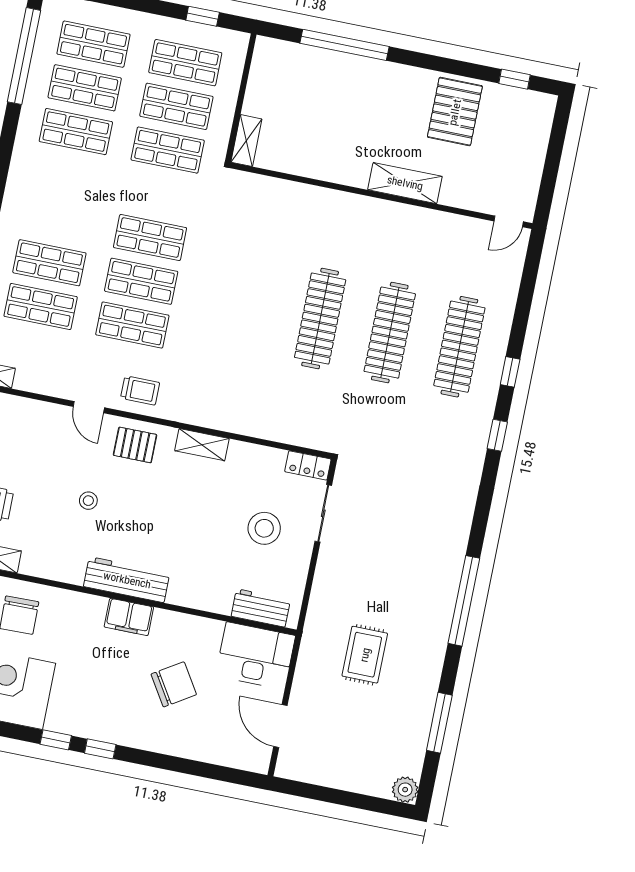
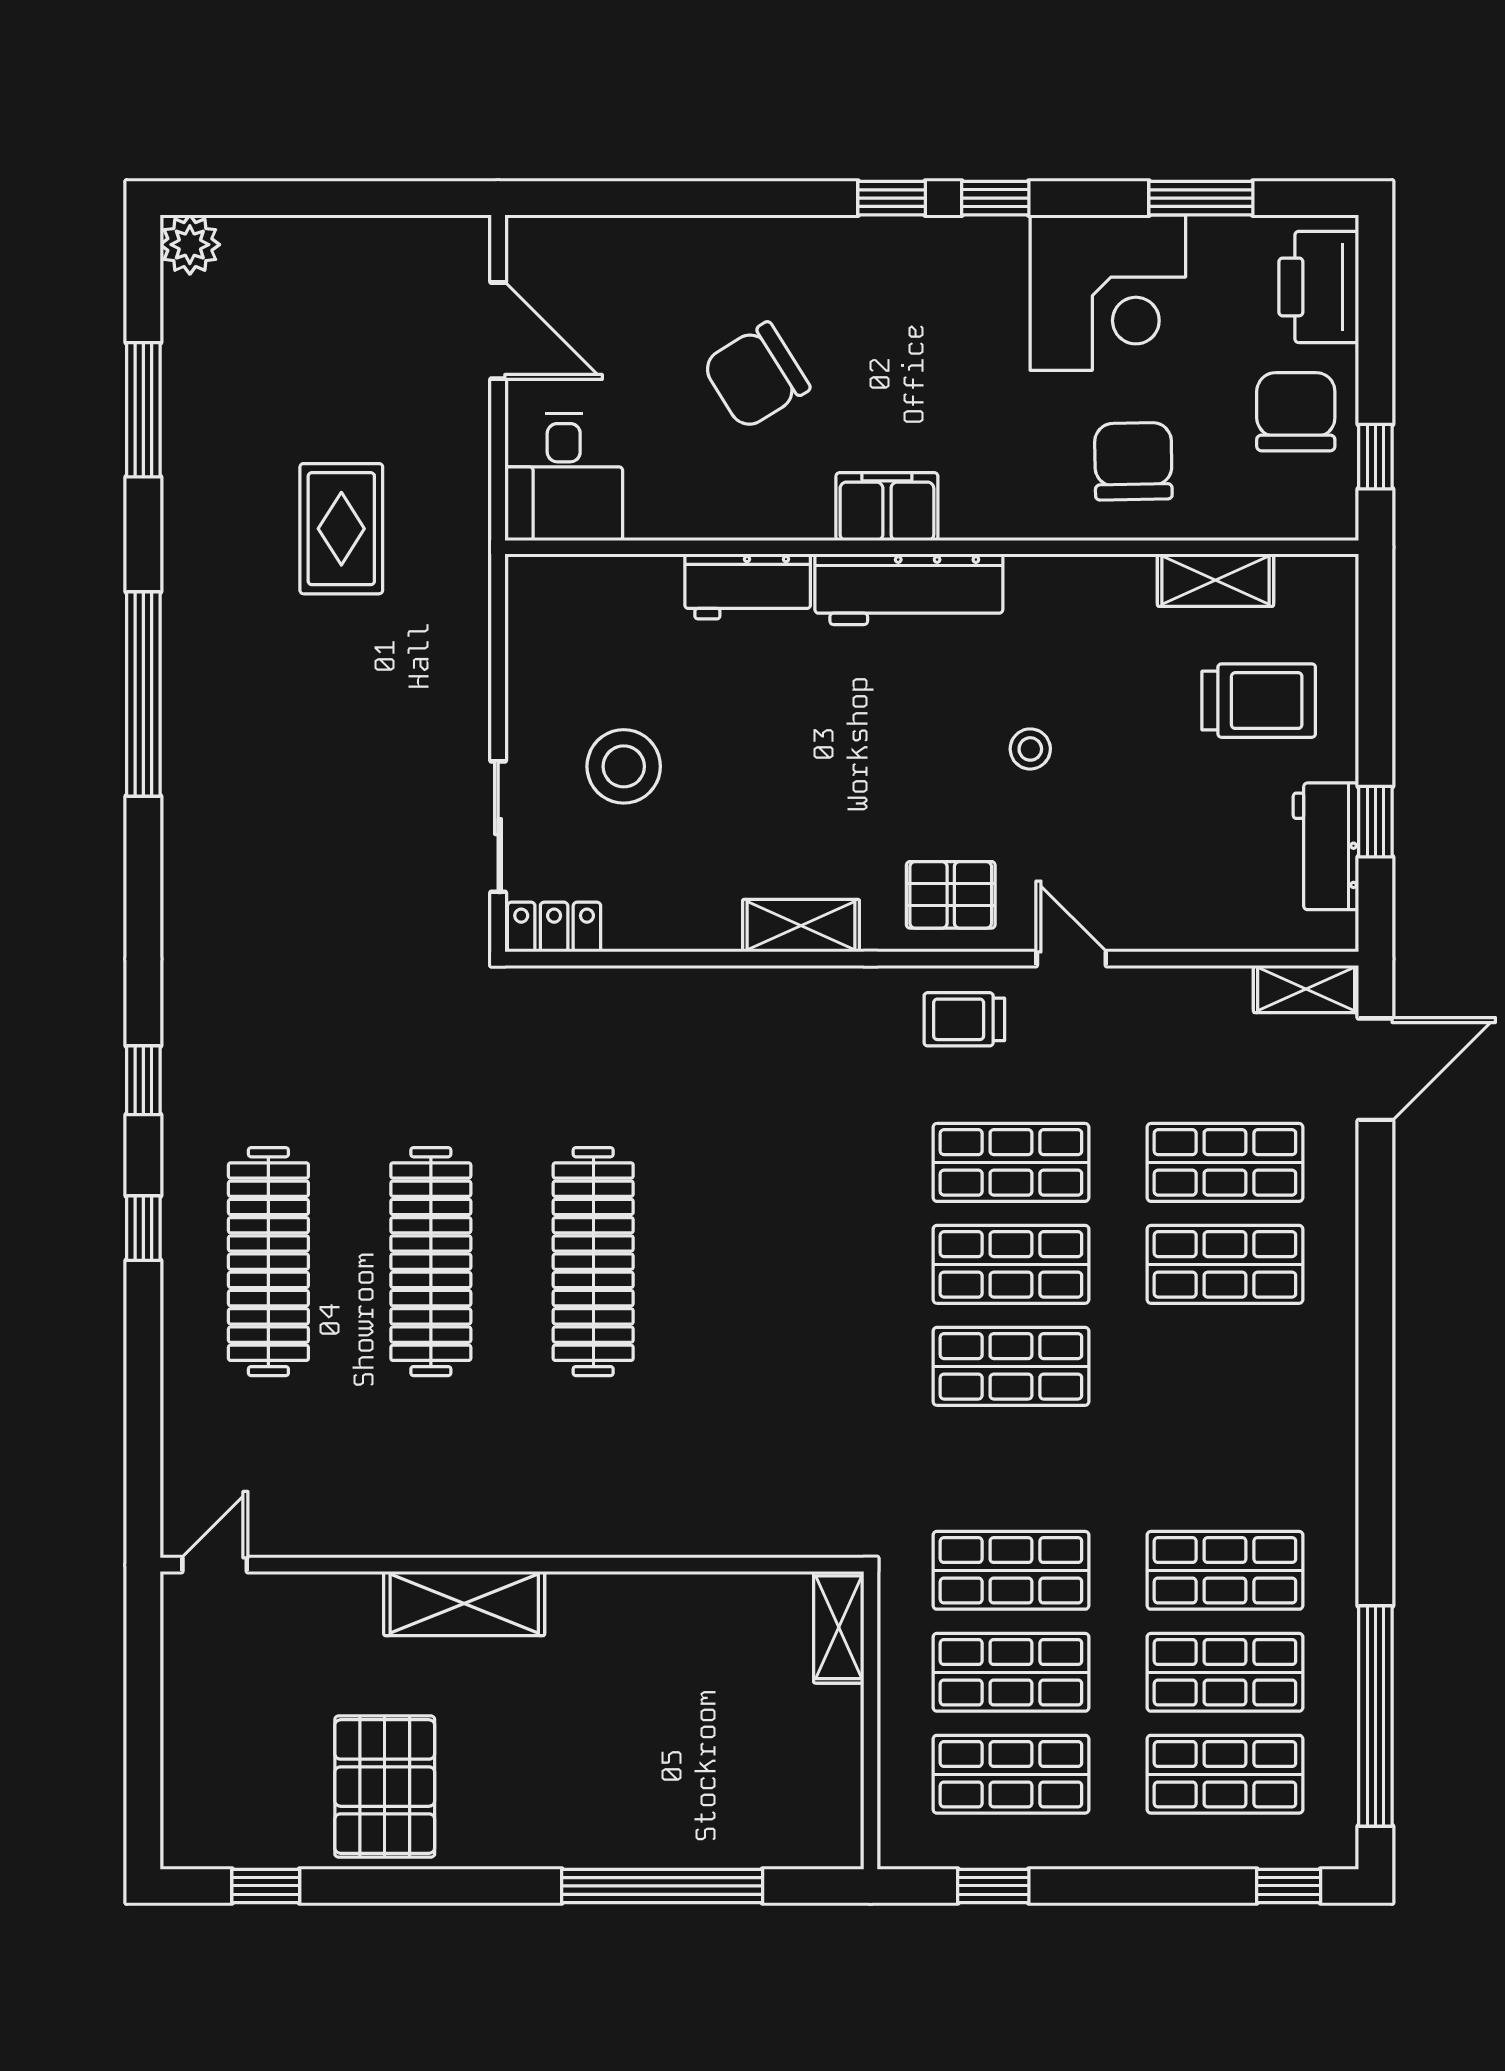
workbench: (261, 608) -> (748, 586), moved
desk: (255, 656) -> (564, 477), width x0.73

